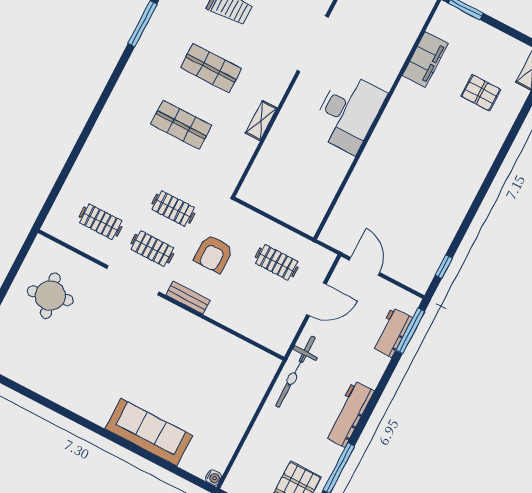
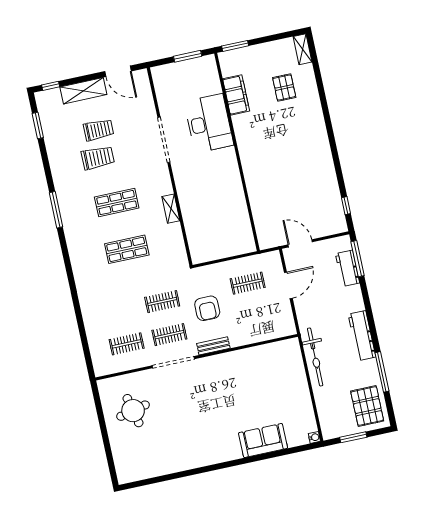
pallet: (481, 93) -> (284, 87), turned 90
desk: (348, 112) -> (209, 123), moved
bicycle: (295, 372) -> (315, 357), moved
sofa: (149, 432) -> (263, 441), width x0.73

